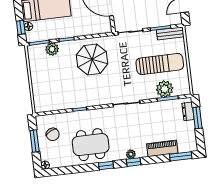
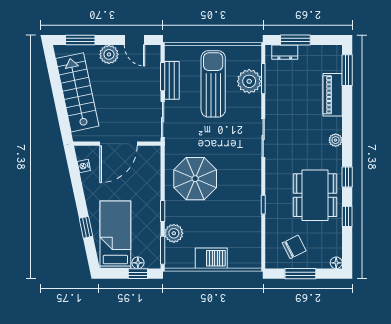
bench: (170, 33) -> (172, 80), moved
barbecue: (38, 77) -> (211, 258), added
window: (134, 162) -> (347, 216), moved

